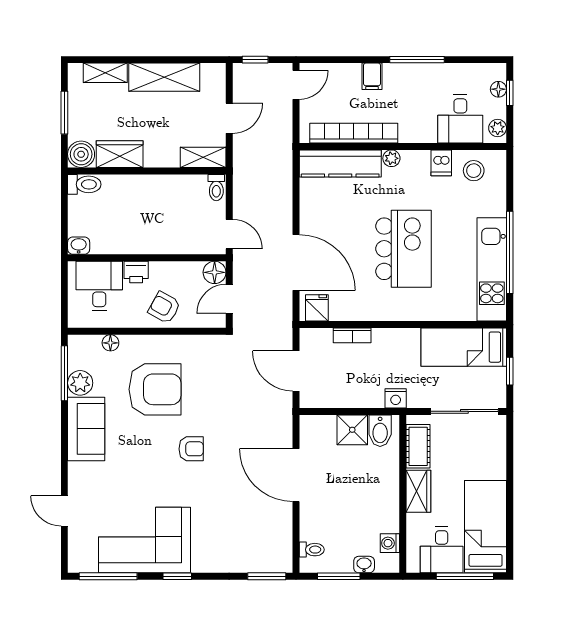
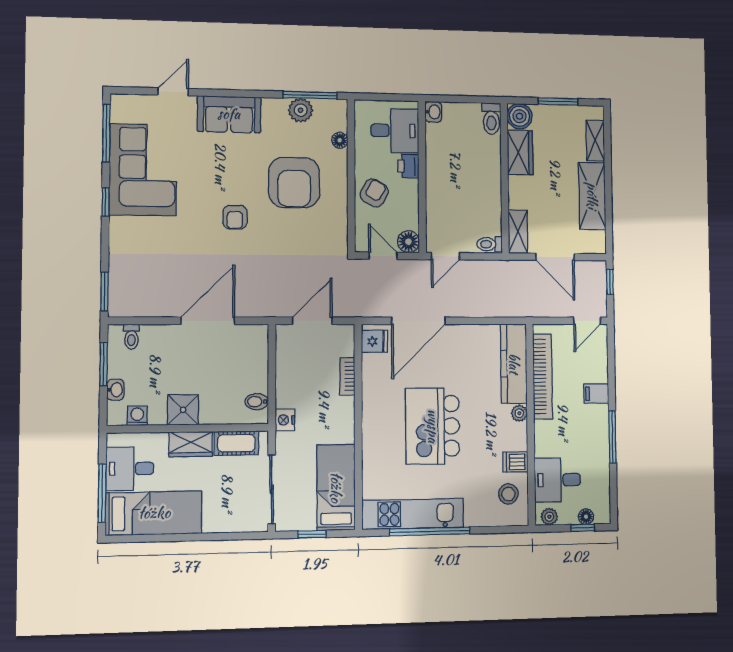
door: (296, 85) -> (587, 321), hinge flipped
door: (229, 118) -> (555, 257), width x1.38
kitchen island: (403, 249) -> (433, 426), turned 90
sofa: (86, 429) -> (229, 114), moved
shower: (352, 430) -> (183, 410), moved
bidet: (380, 431) -> (257, 402), width x0.72, depth x0.74

